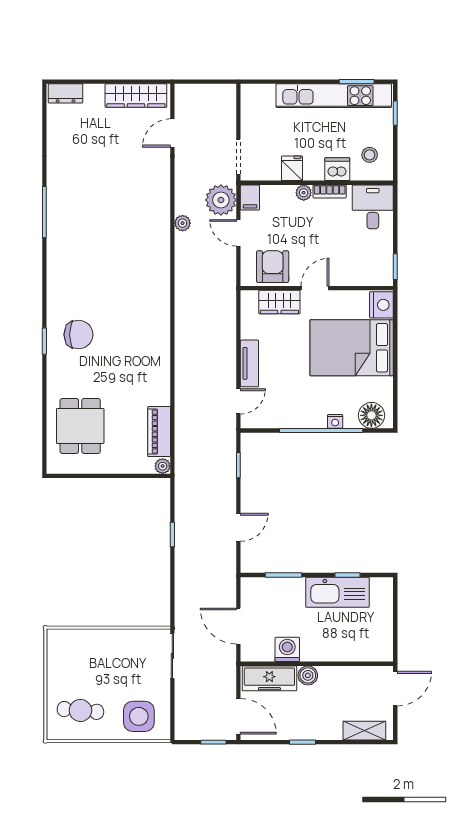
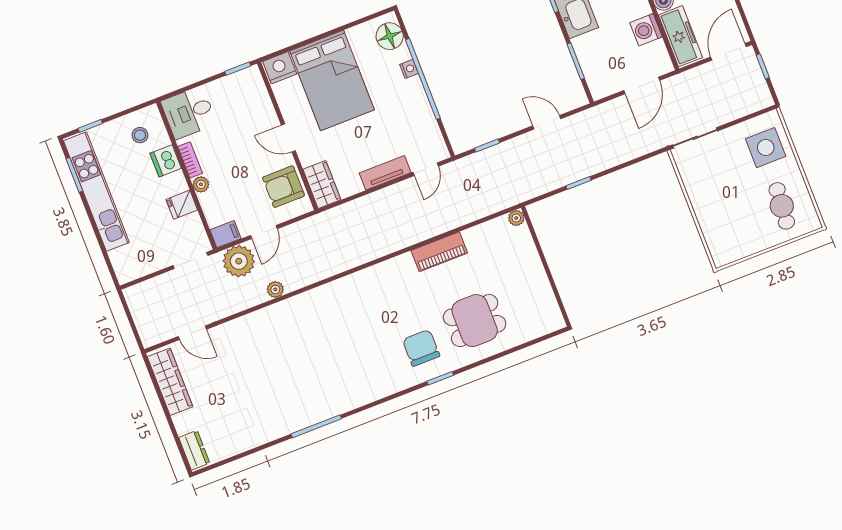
wardrobe: (279, 302) -> (322, 185), moved
door: (238, 401) -> (426, 169), swing flipped
dining table: (80, 426) -> (475, 321), moved
piano: (159, 432) -> (439, 252), moved

